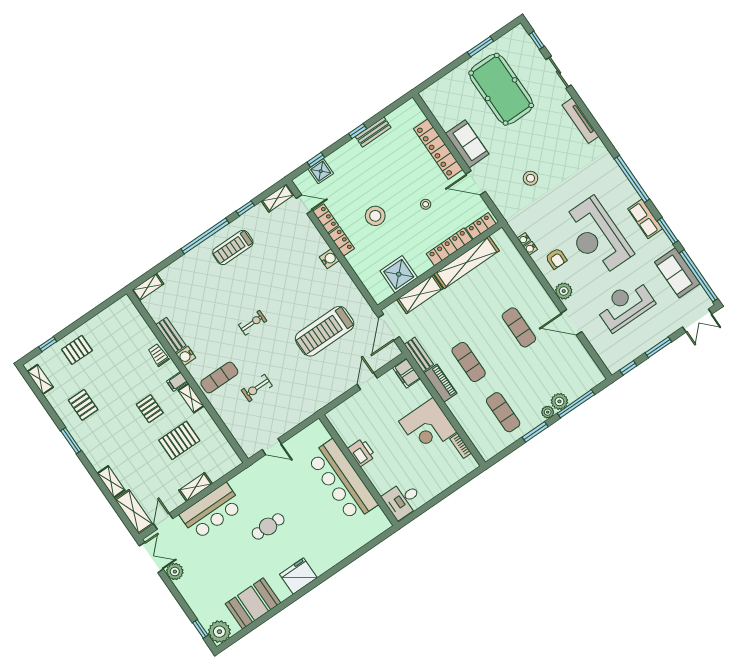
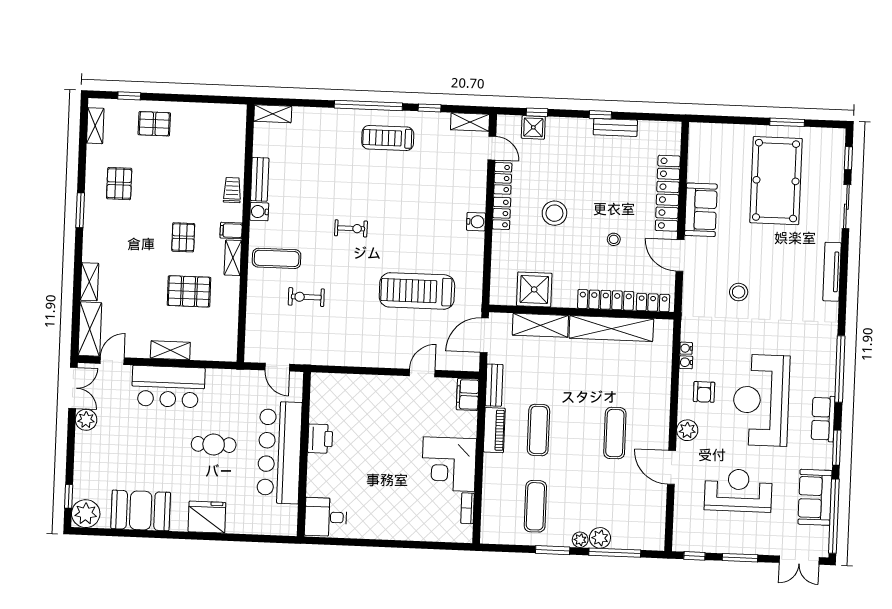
printer: (362, 452) -> (320, 439), moved
wall: (359, 470) -> (304, 454), moved
bar counter: (342, 481) -> (279, 452), moved
desk: (403, 500) -> (326, 517), moved

